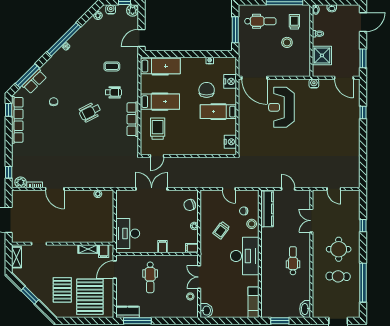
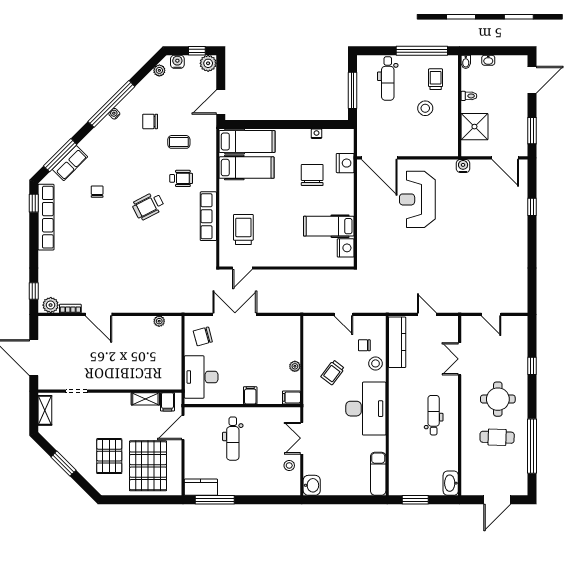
dental chair: (260, 21) -> (388, 78), turned 90
chair: (91, 52) -> (150, 121), added
hospital bed: (160, 102) -> (247, 168), moved
hospital bed: (218, 112) -> (329, 226), moved
chair: (190, 205) -> (203, 336), moved

